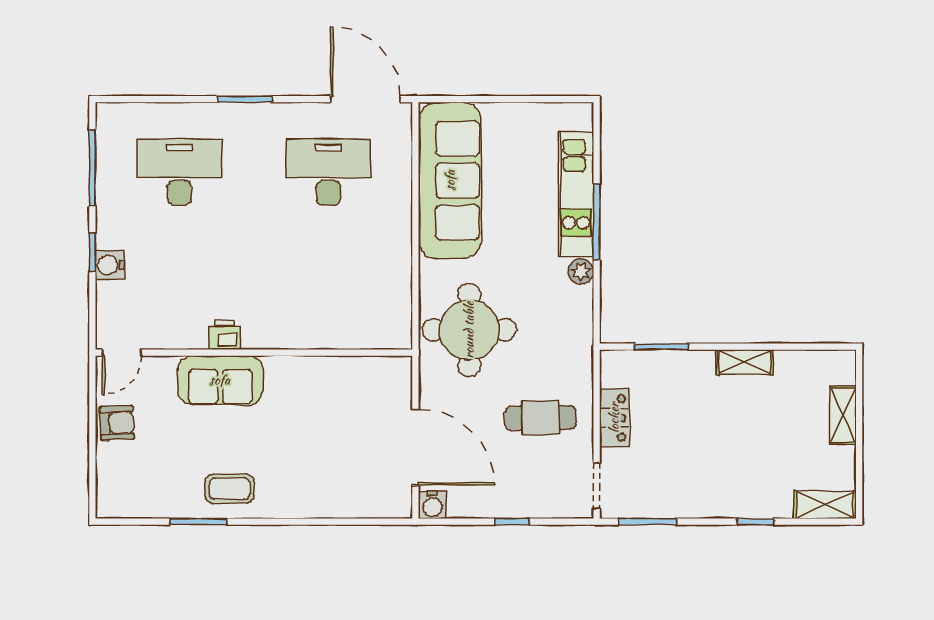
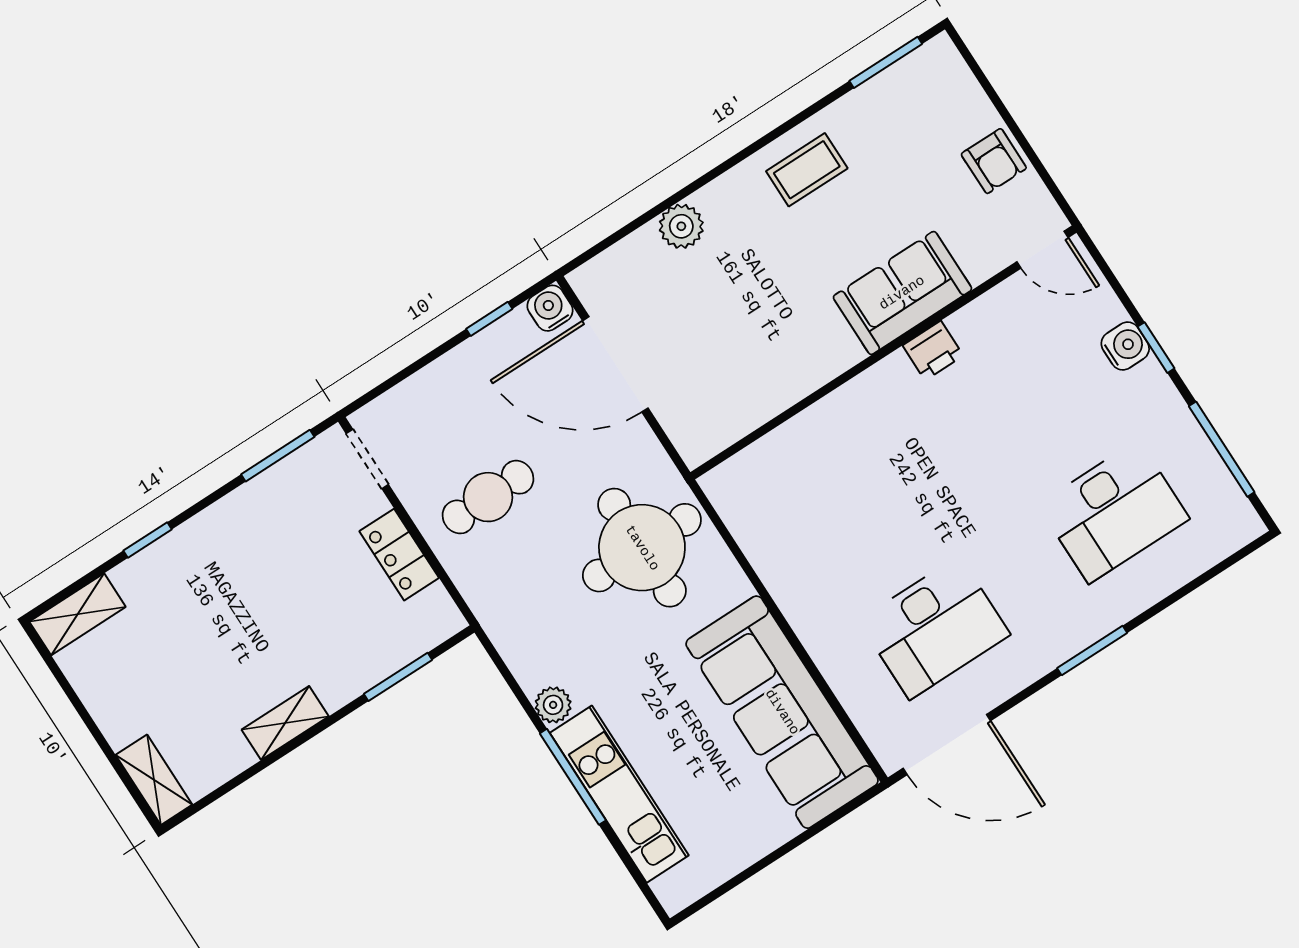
door: (122, 353) -> (1043, 250), swing flipped
shelving: (843, 415) -> (154, 780), moved
armchair: (117, 423) -> (994, 161), turned -87
plant: (325, 503) -> (681, 226), added
window: (198, 522) -> (886, 62), moved
window: (512, 522) -> (489, 319), moved

